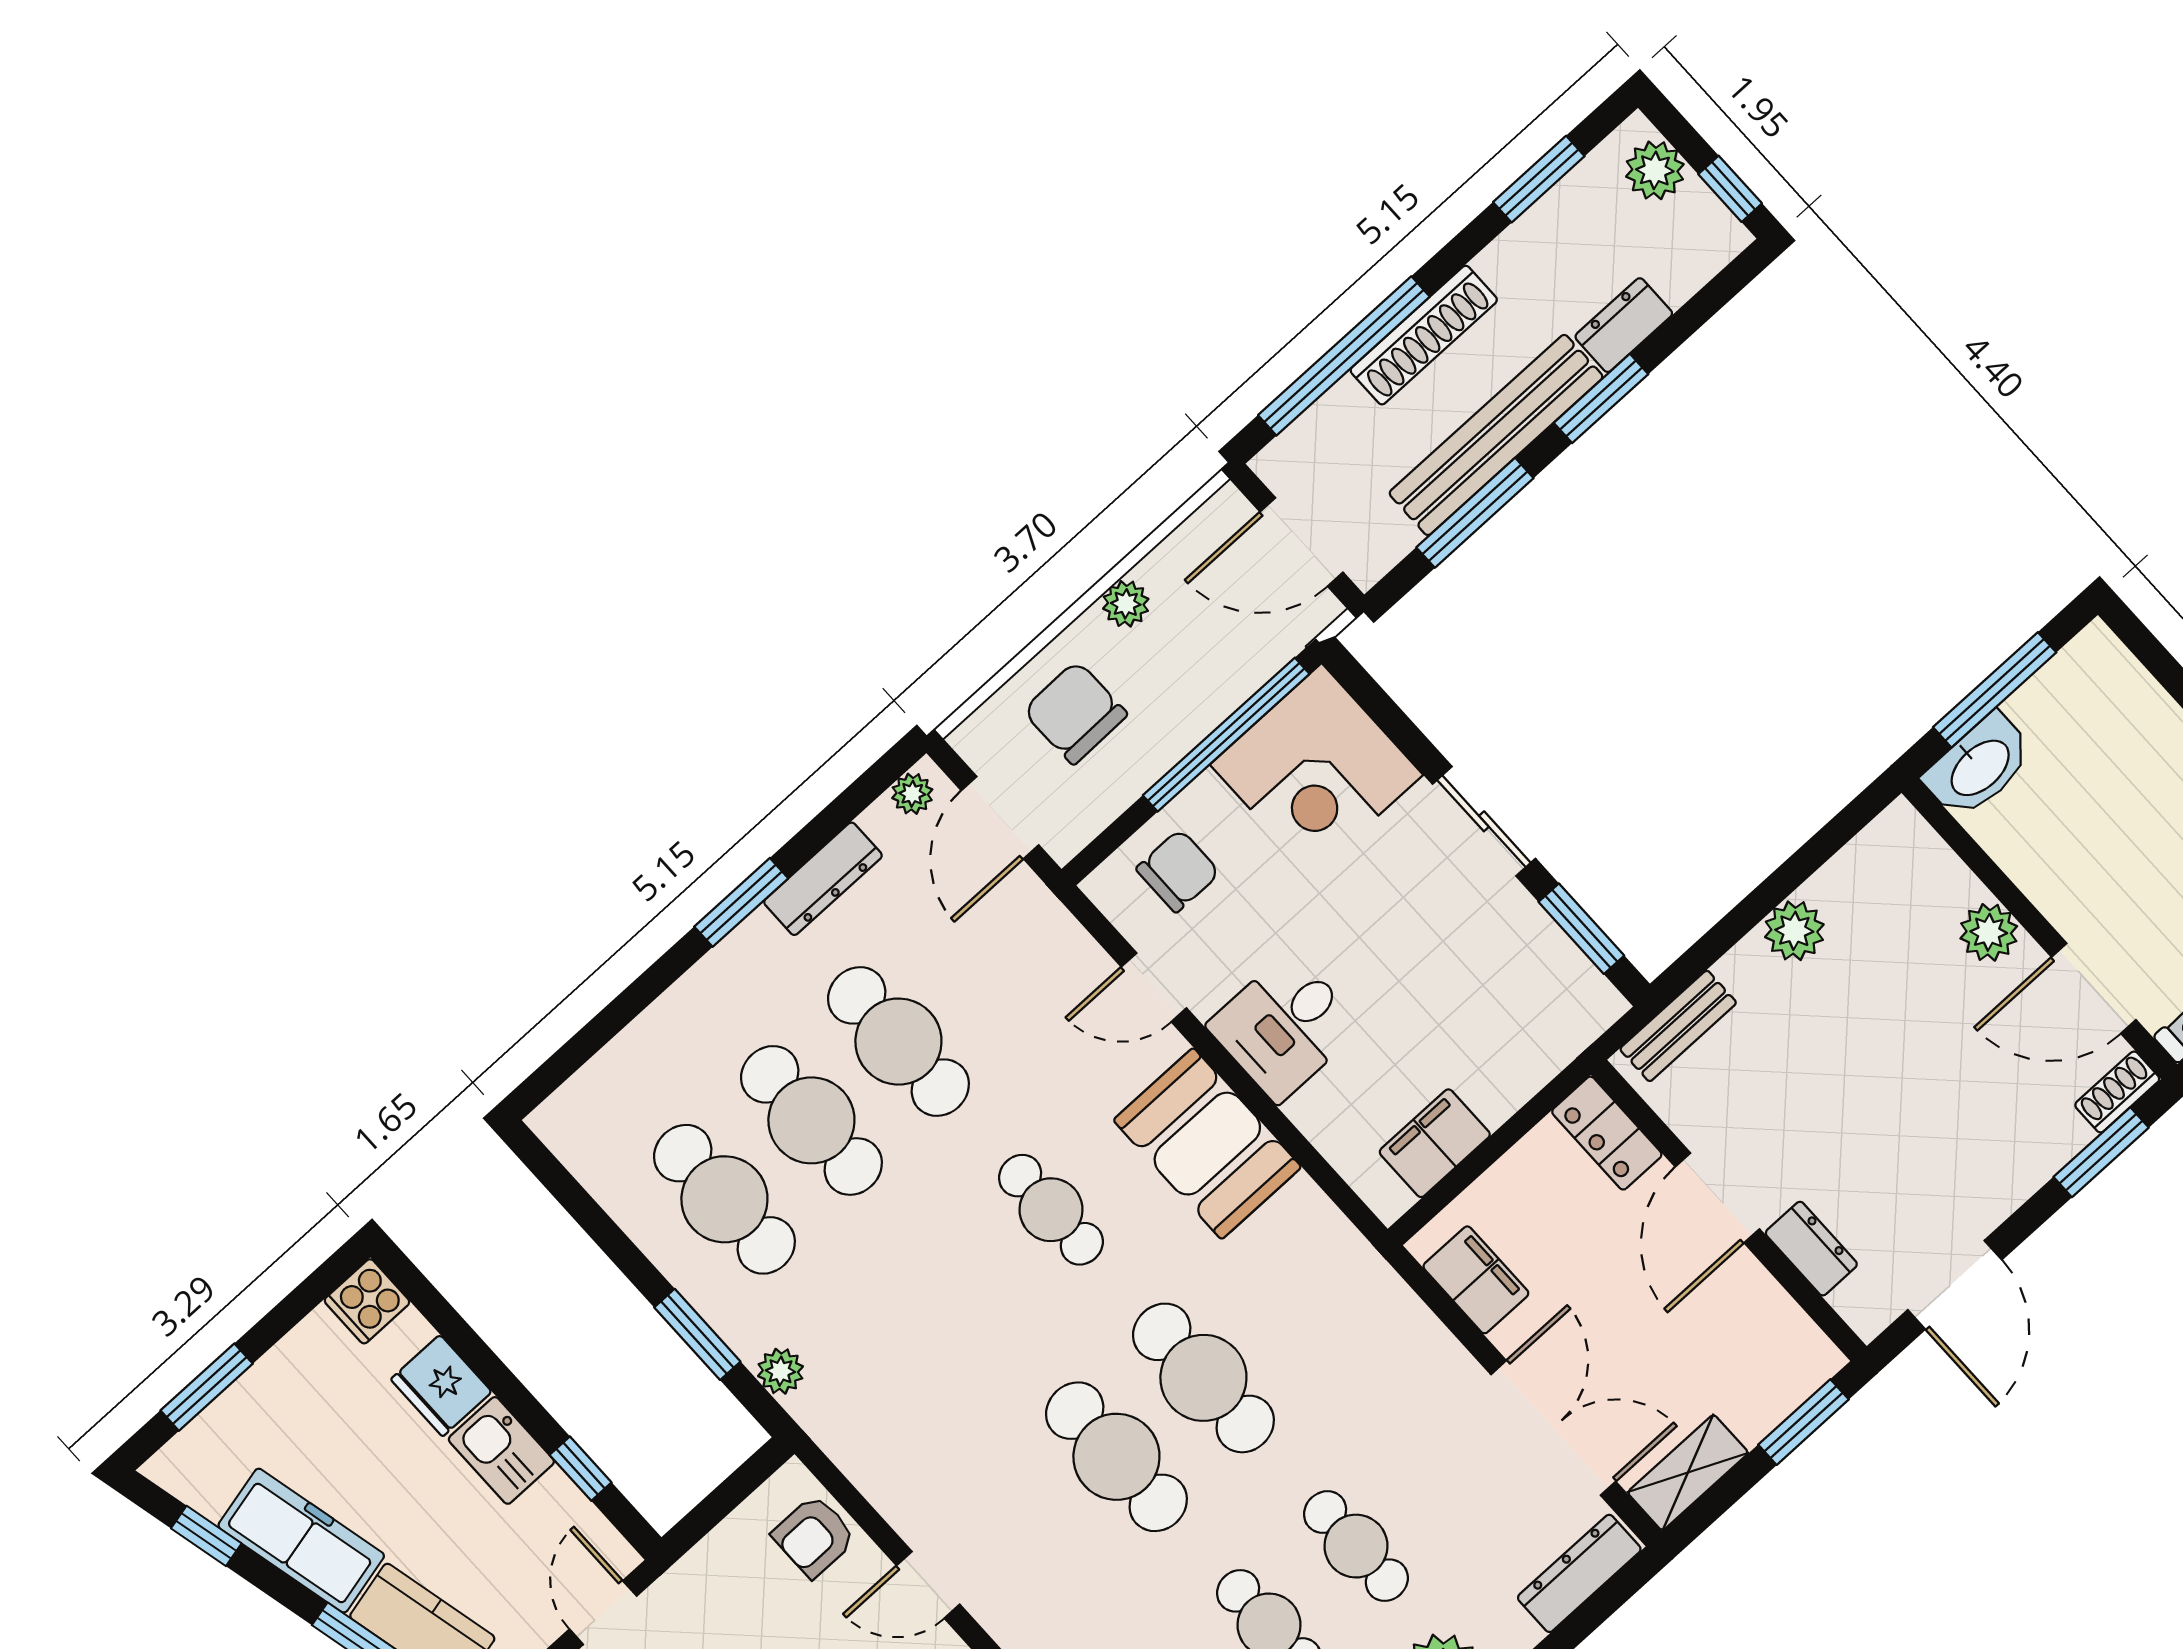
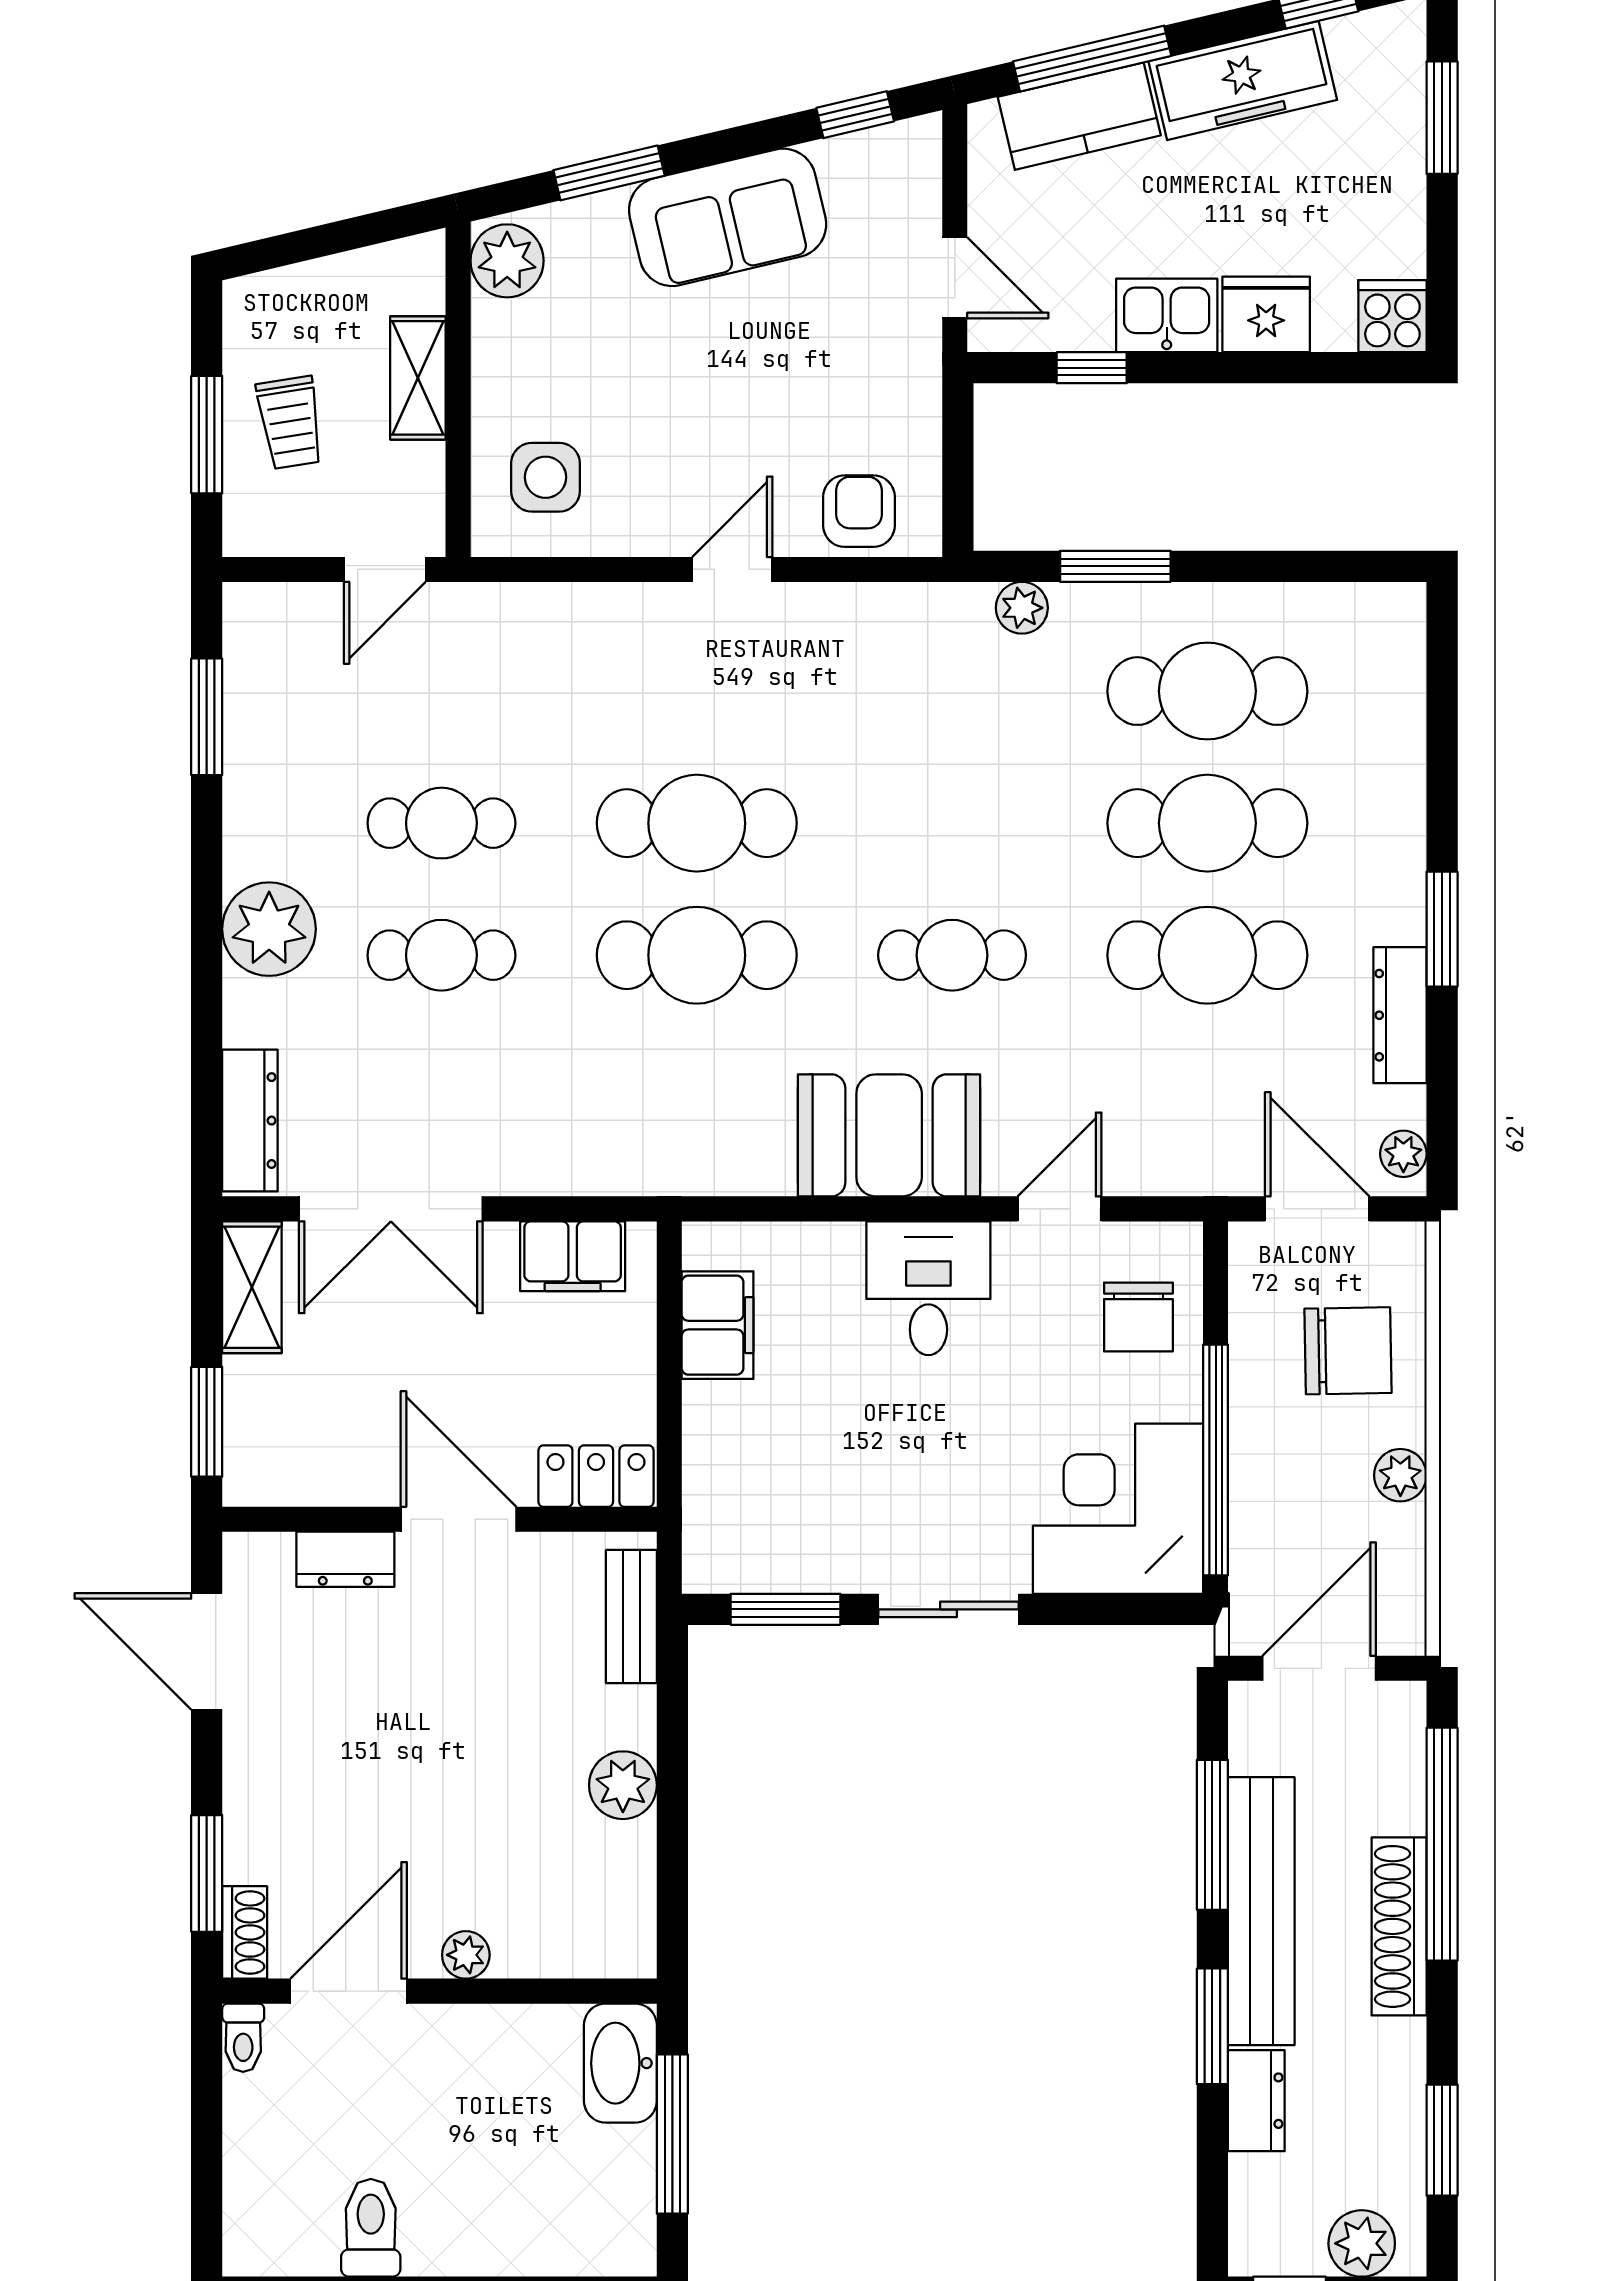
plant: (1989, 932) -> (466, 1955), width x0.73, depth x0.73

